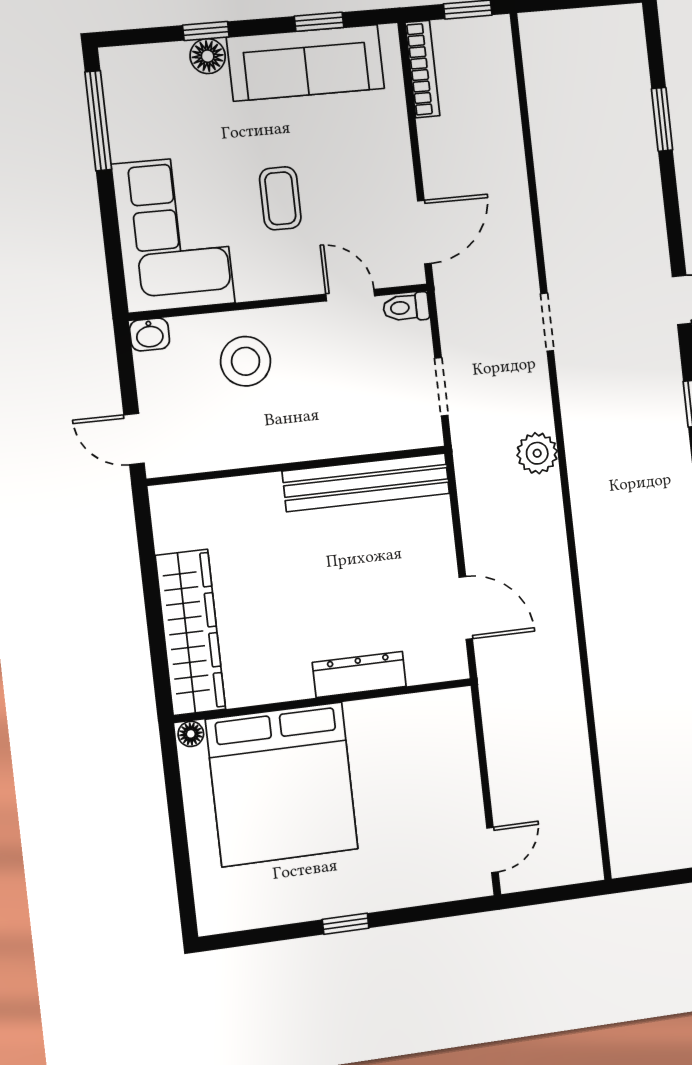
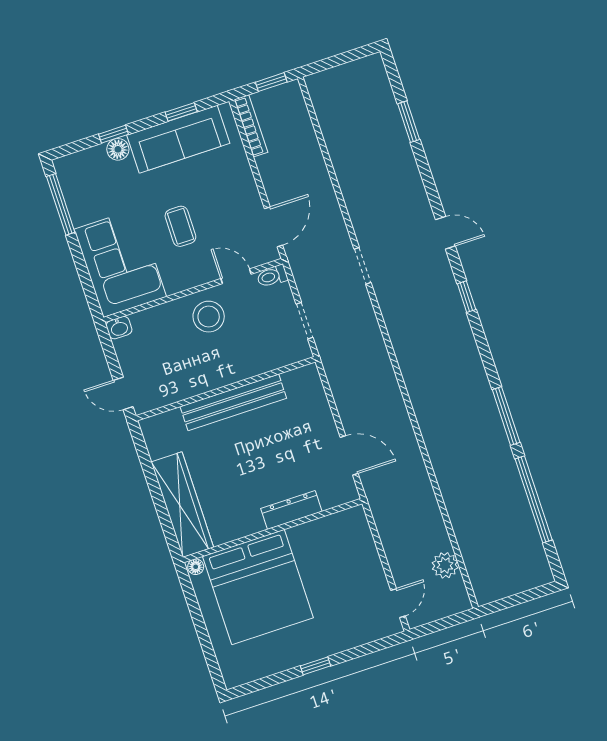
stool: (246, 361) -> (209, 317), moved
plant: (537, 453) -> (445, 565), moved
bench: (366, 482) -> (233, 402), moved

